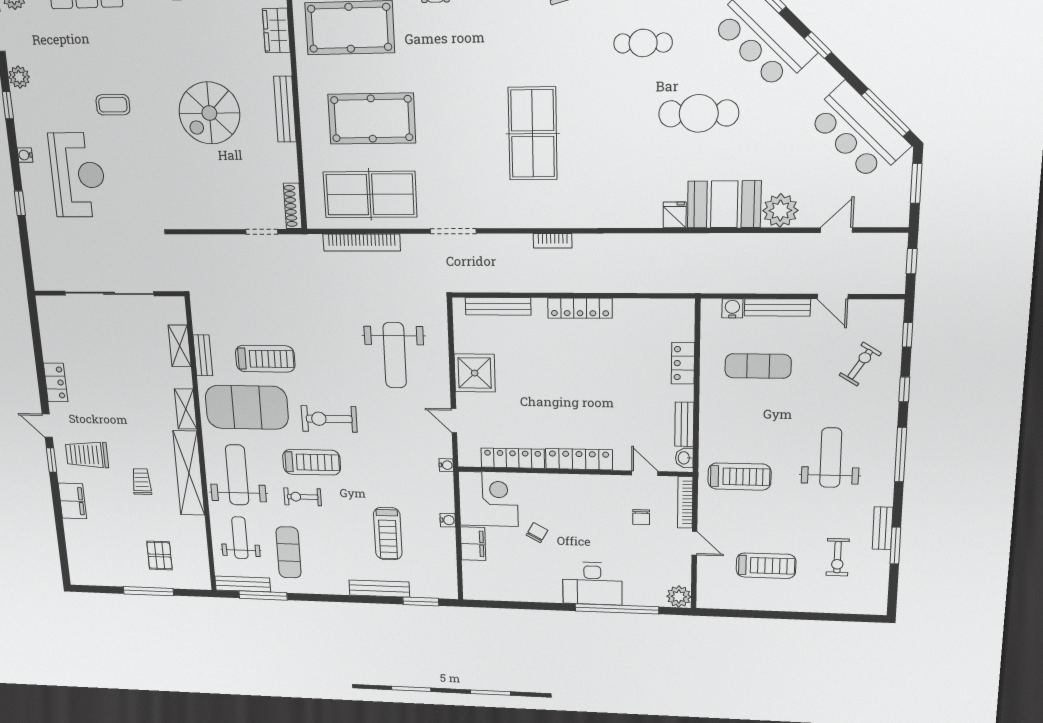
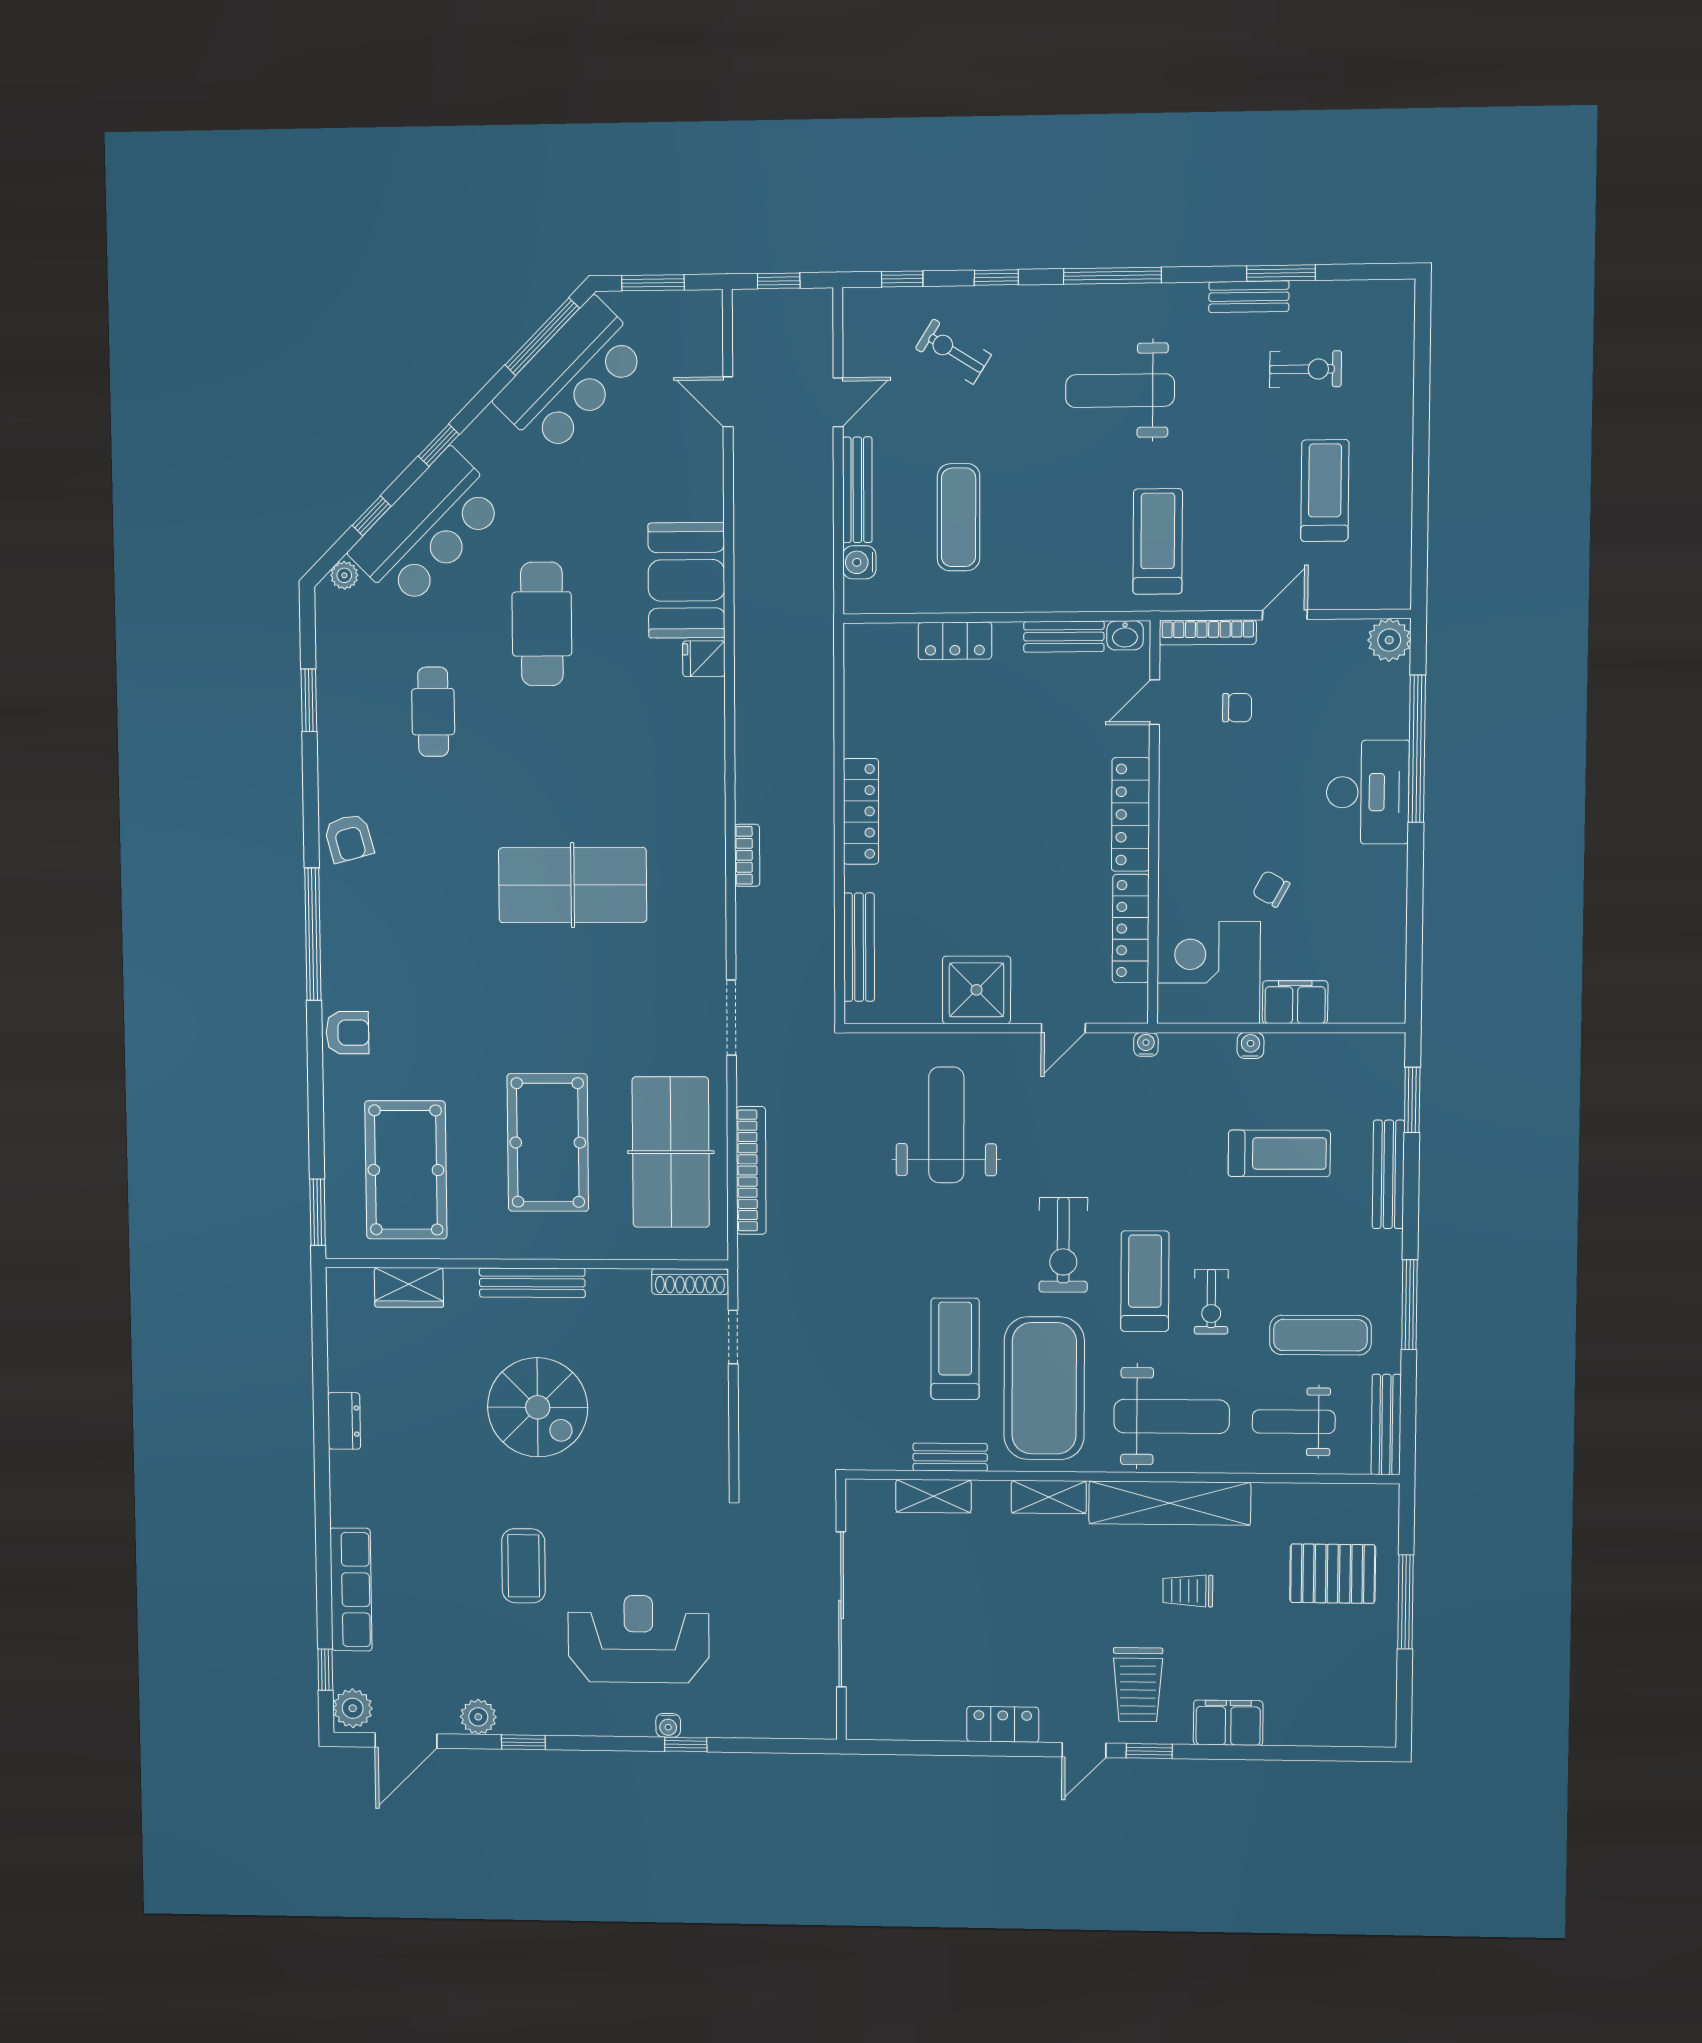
coffee table: (113, 105) -> (524, 1566), width x1.36, depth x1.30
water cooler: (25, 155) -> (668, 1725), moved
plant: (780, 211) -> (696, 491), removed
weight bench: (395, 355) -> (946, 1125), turned -90
weight bench: (237, 475) -> (1172, 1416), turned 180
pallet: (159, 555) -> (1333, 1574), width x1.50, depth x1.42
window: (263, 595) -> (1409, 1305), moved

